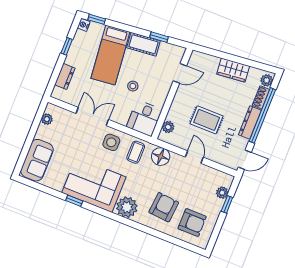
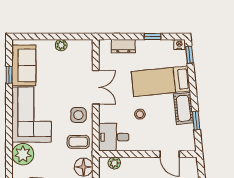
plant: (47, 119) -> (61, 45), moved
sofa: (37, 160) -> (24, 65), moved, turned -90
window: (74, 201) -> (9, 75), moved

